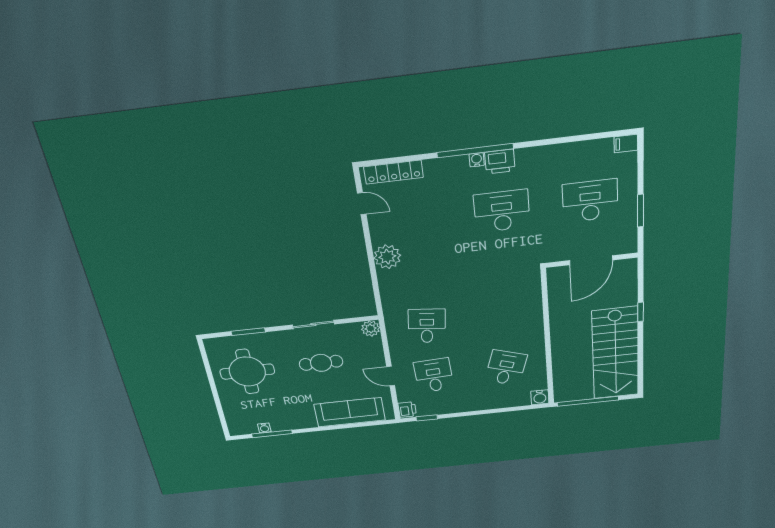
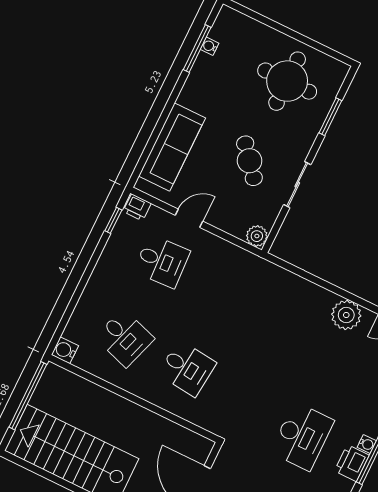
plant: (387, 257) -> (346, 315), moved
desk: (427, 326) -> (187, 368), moved
cafe table: (321, 363) -> (249, 161), turned -40

